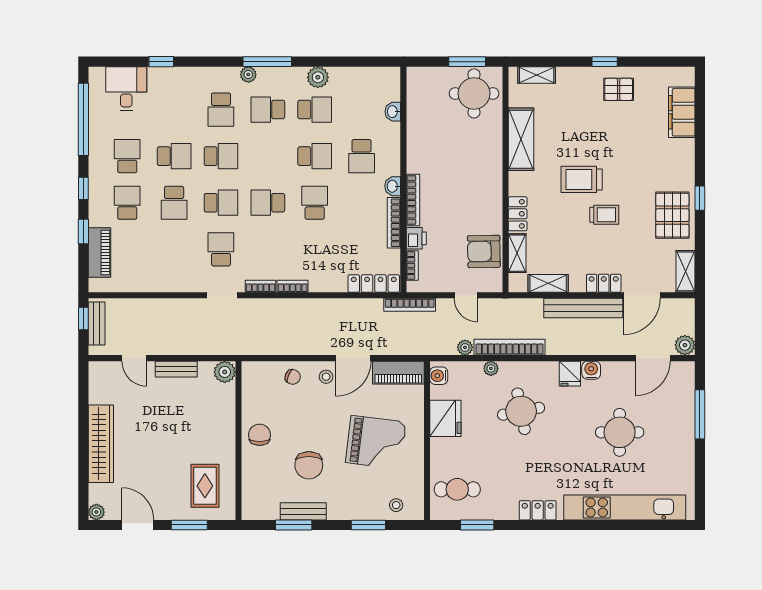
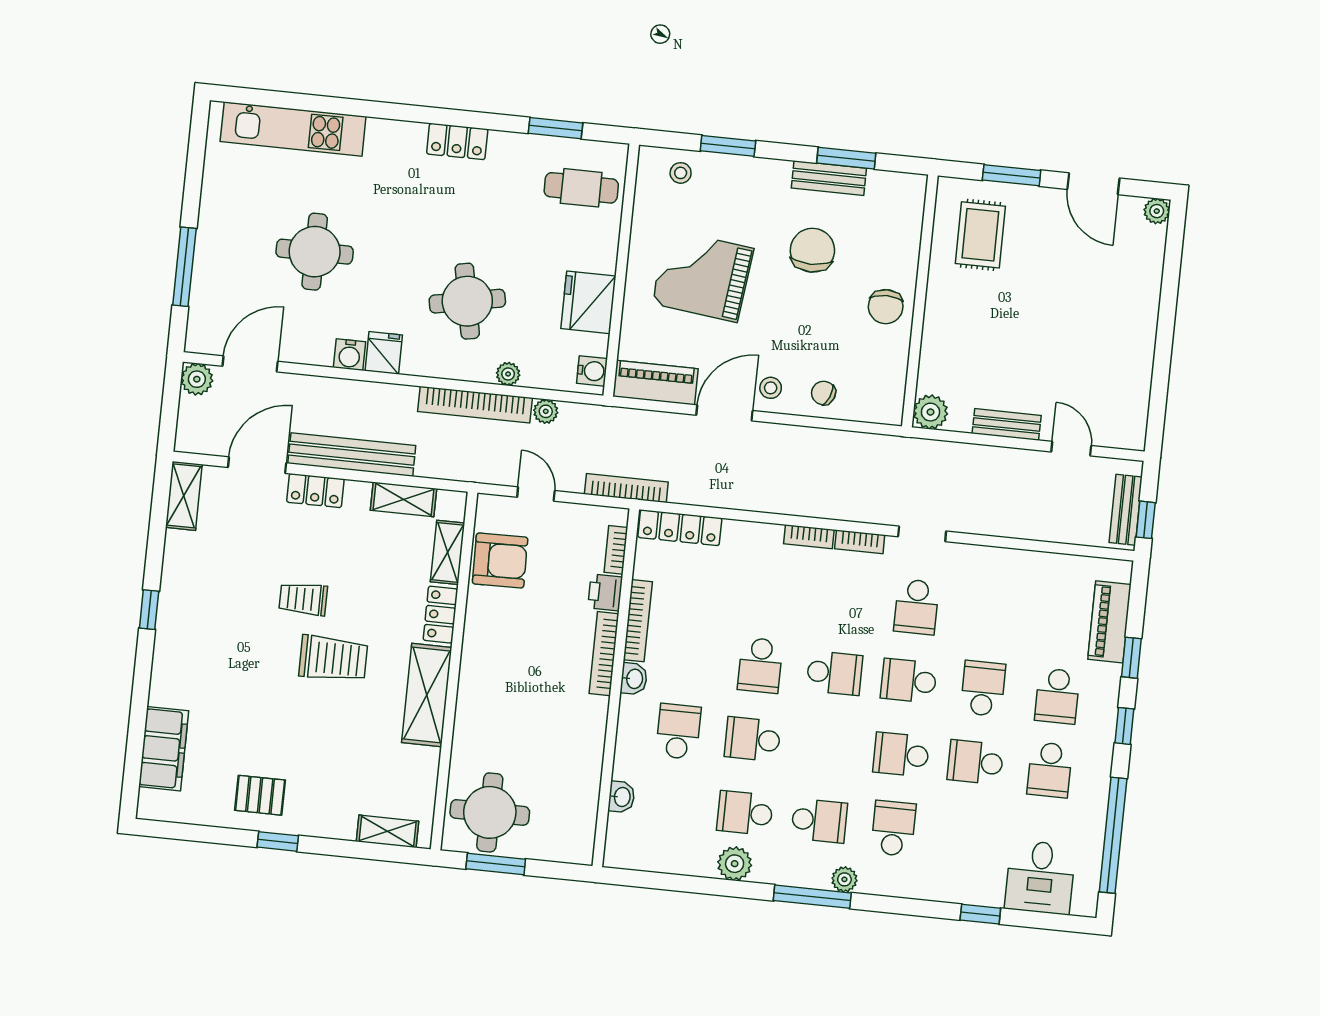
shelving: (521, 139) -> (427, 695), moved
pallet: (672, 215) -> (195, 587), removed
wardrobe: (101, 444) -> (1138, 319), removed
kitchen unit: (625, 507) -> (293, 129), width x0.73

